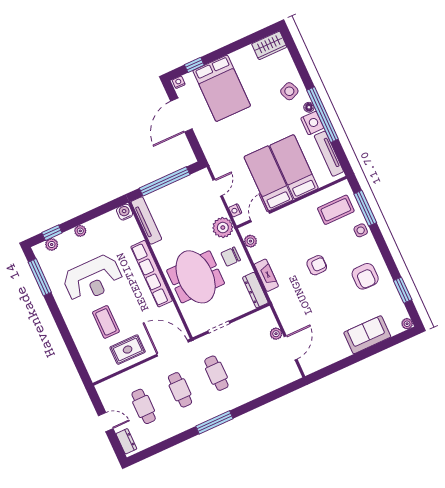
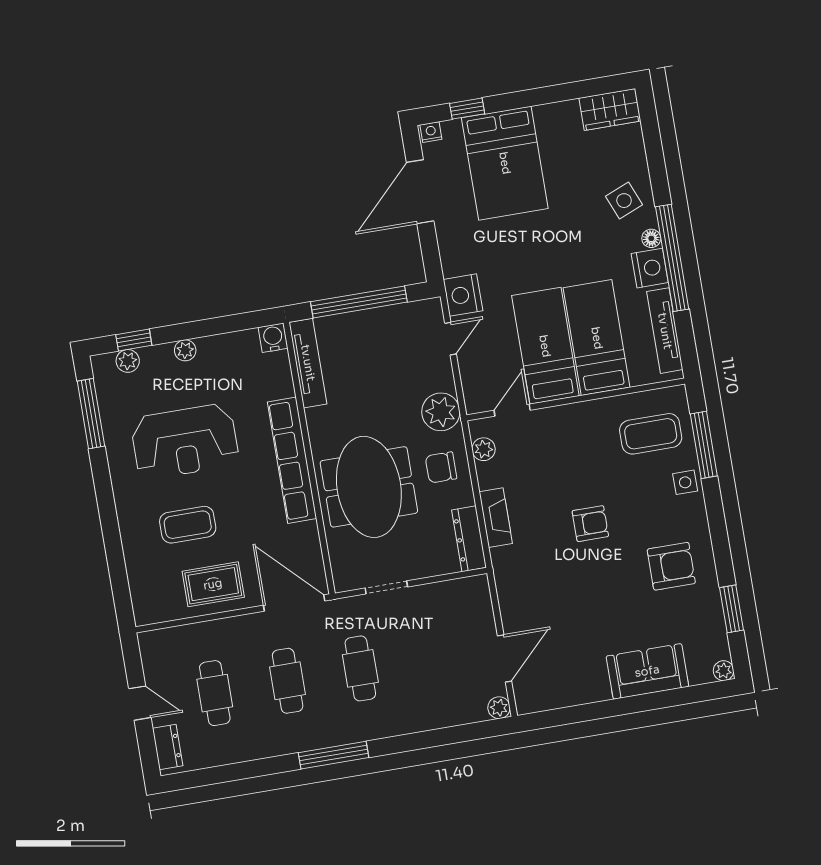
nightstand: (235, 210) -> (463, 295), moved, width x1.89, depth x1.79
armchair: (365, 276) -> (671, 566), turned -90
coffee table: (106, 322) -> (188, 525), turned 90
plant: (276, 334) -> (499, 708), moved

